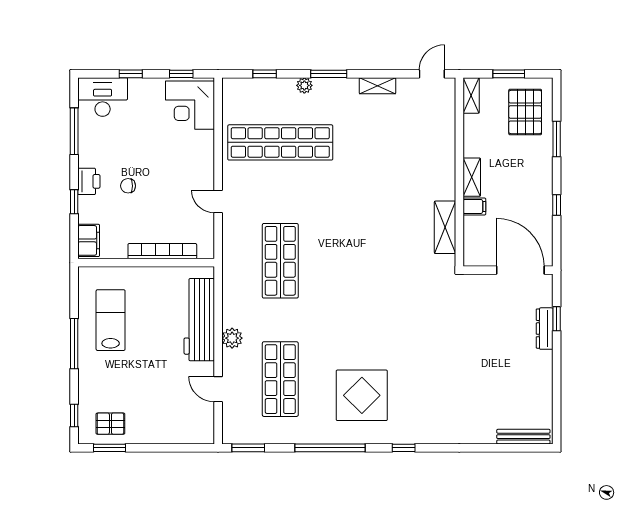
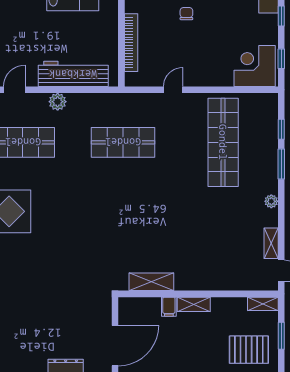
window: (329, 74) -> (281, 164), moved
plant: (304, 85) -> (271, 201), moved
shelving: (377, 86) -> (271, 243), moved

